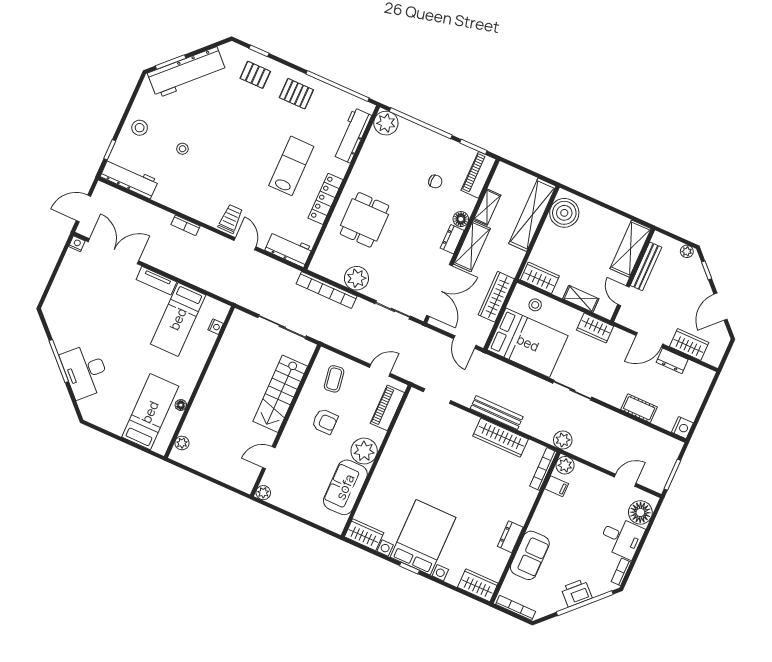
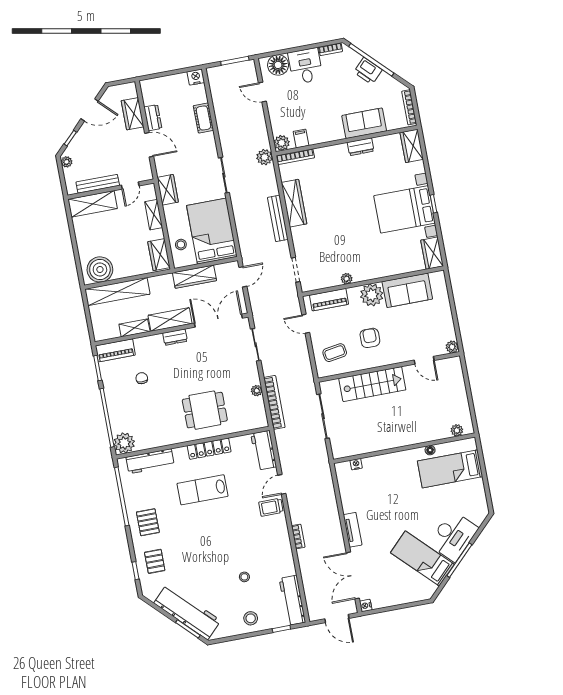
floor lamp: (461, 219) -> (156, 341), removed
plant: (356, 278) -> (257, 391), width x0.53, depth x0.53
bed: (178, 319) -> (422, 559), moved, turned -135
plant: (396, 438) -> (347, 279), added

